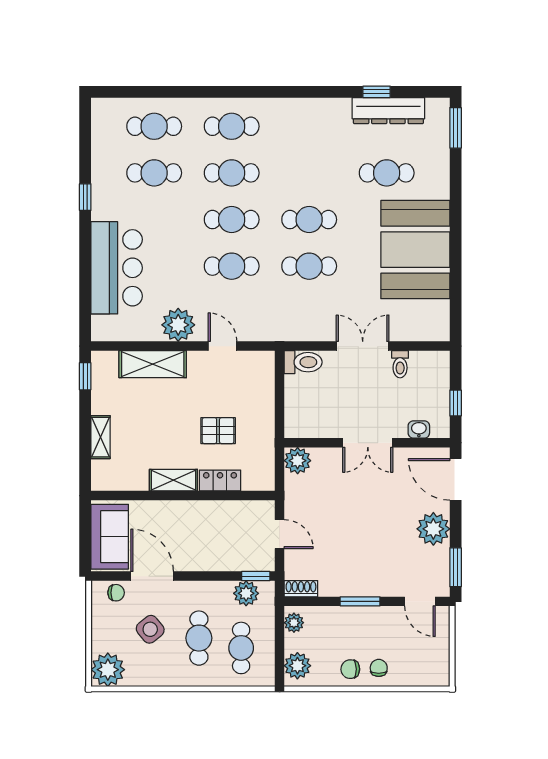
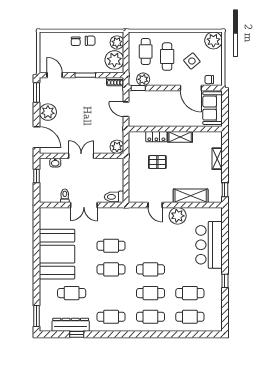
cafe table: (232, 266) -> (111, 317), moved
plant: (294, 623) -> (114, 60), width x1.88, depth x1.88

